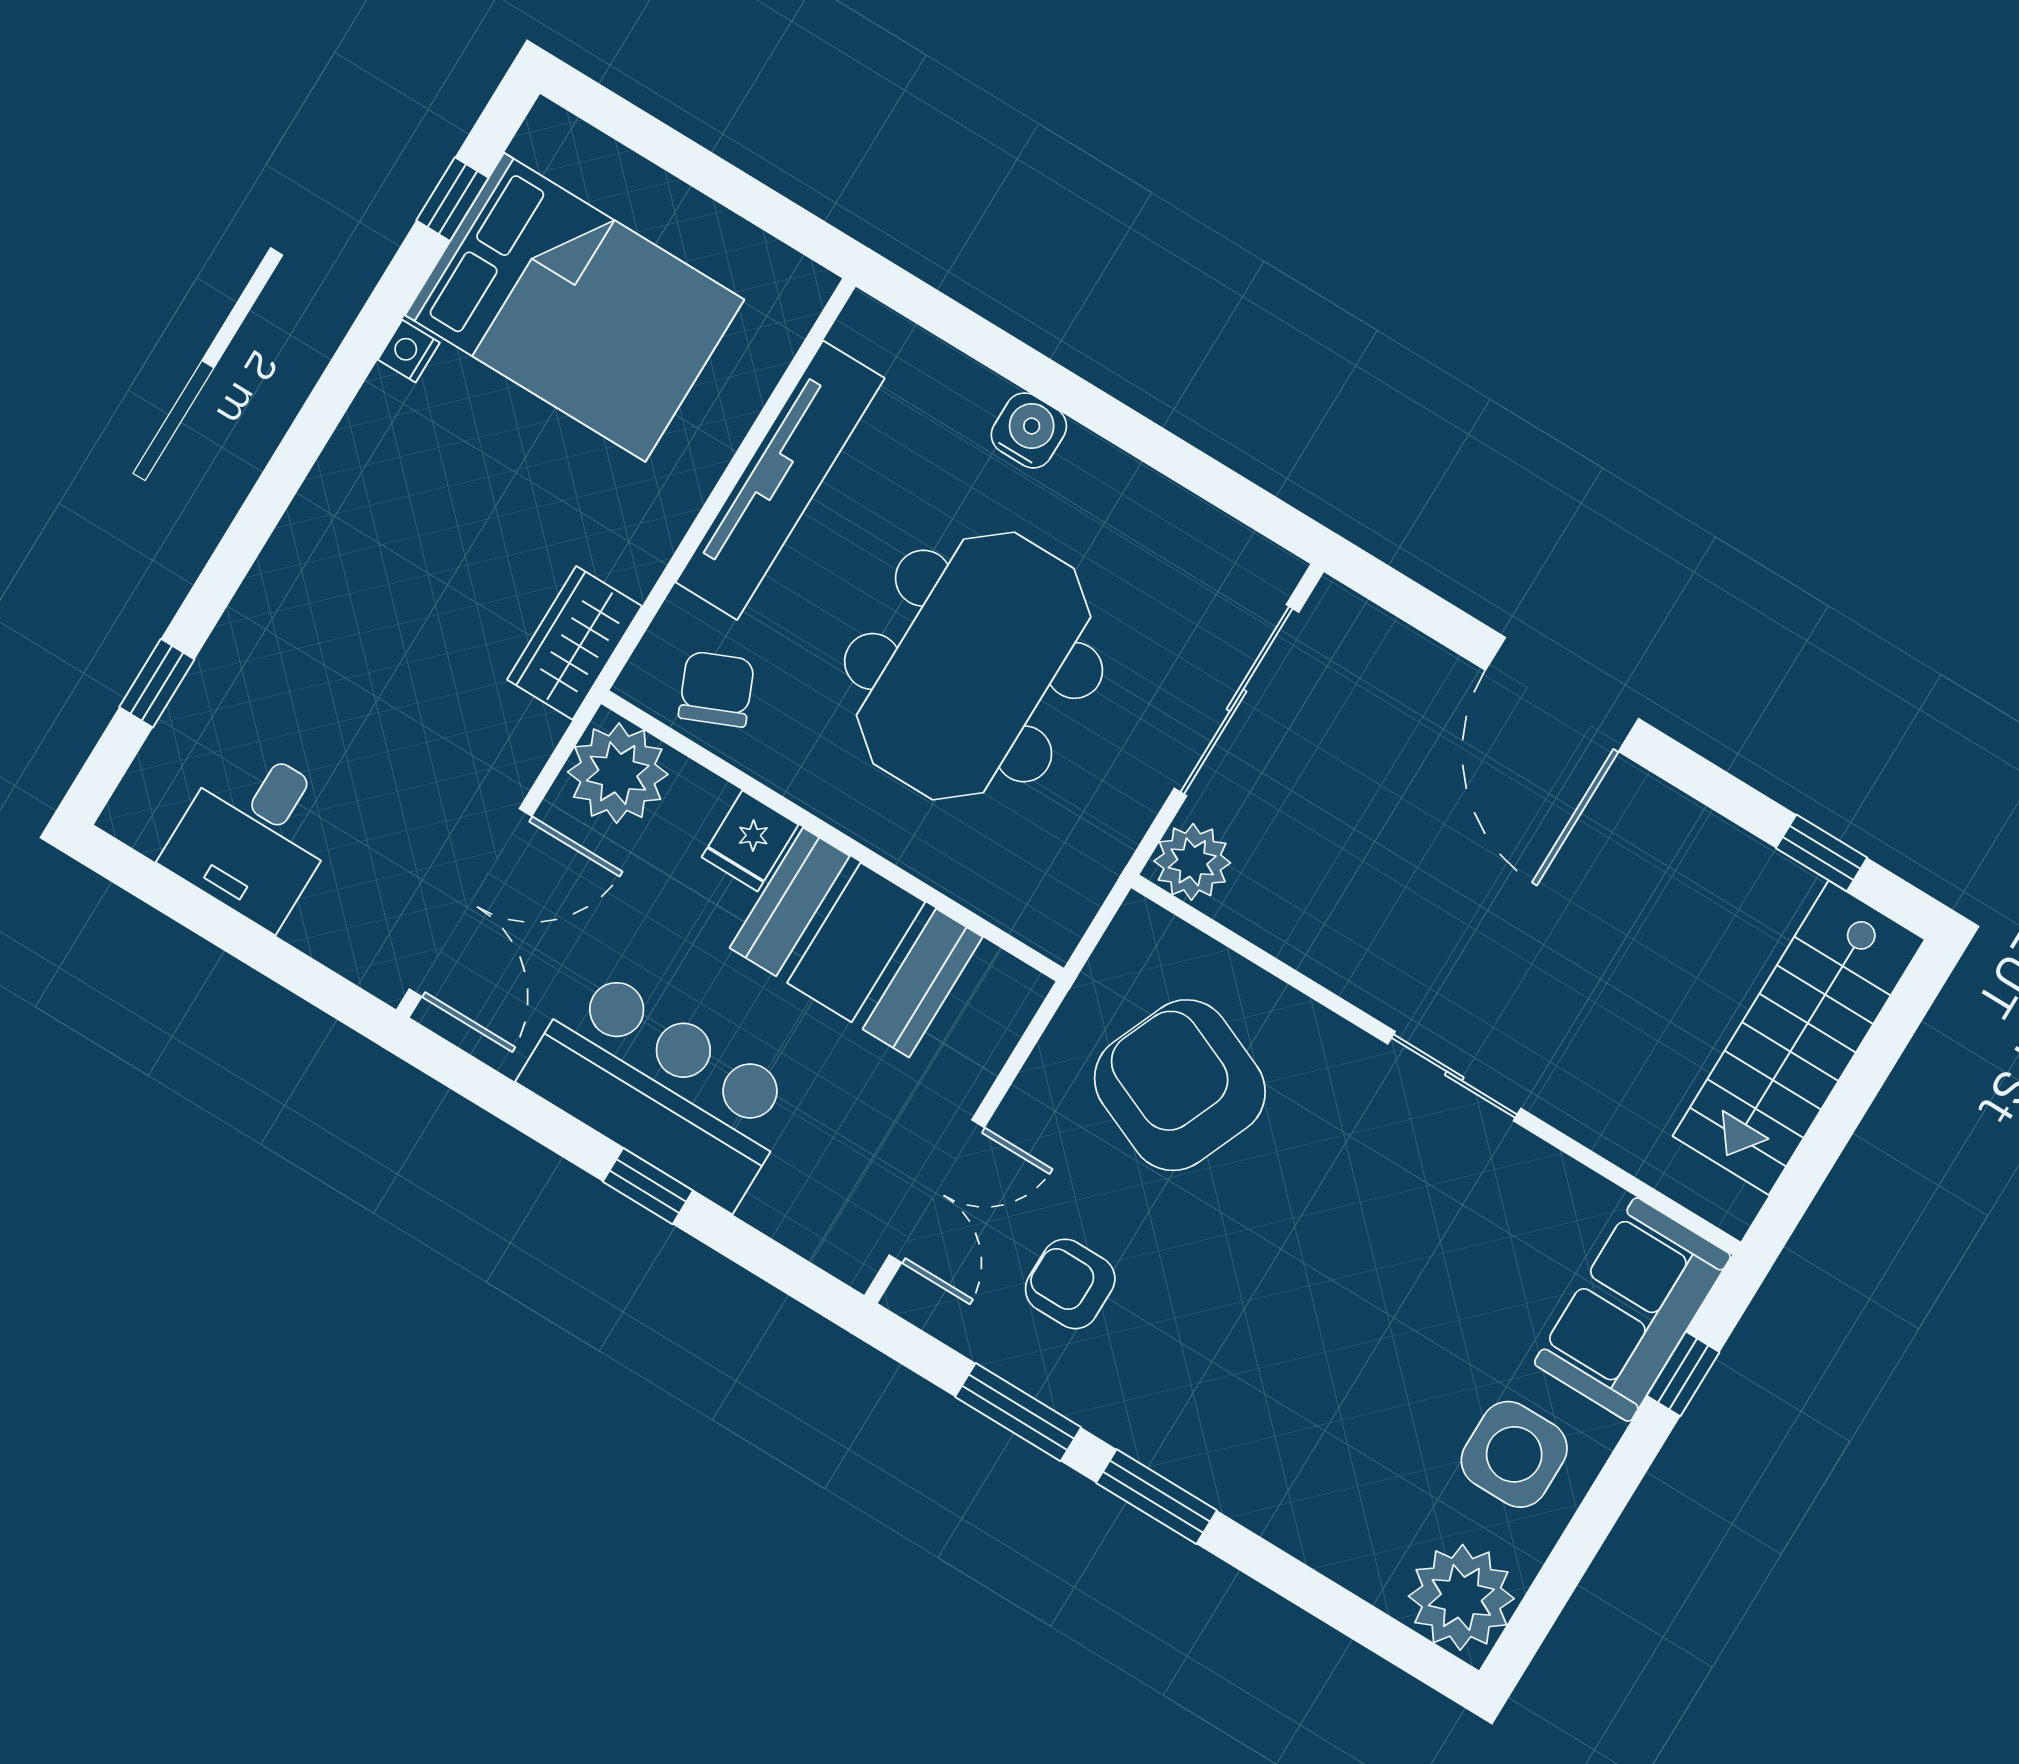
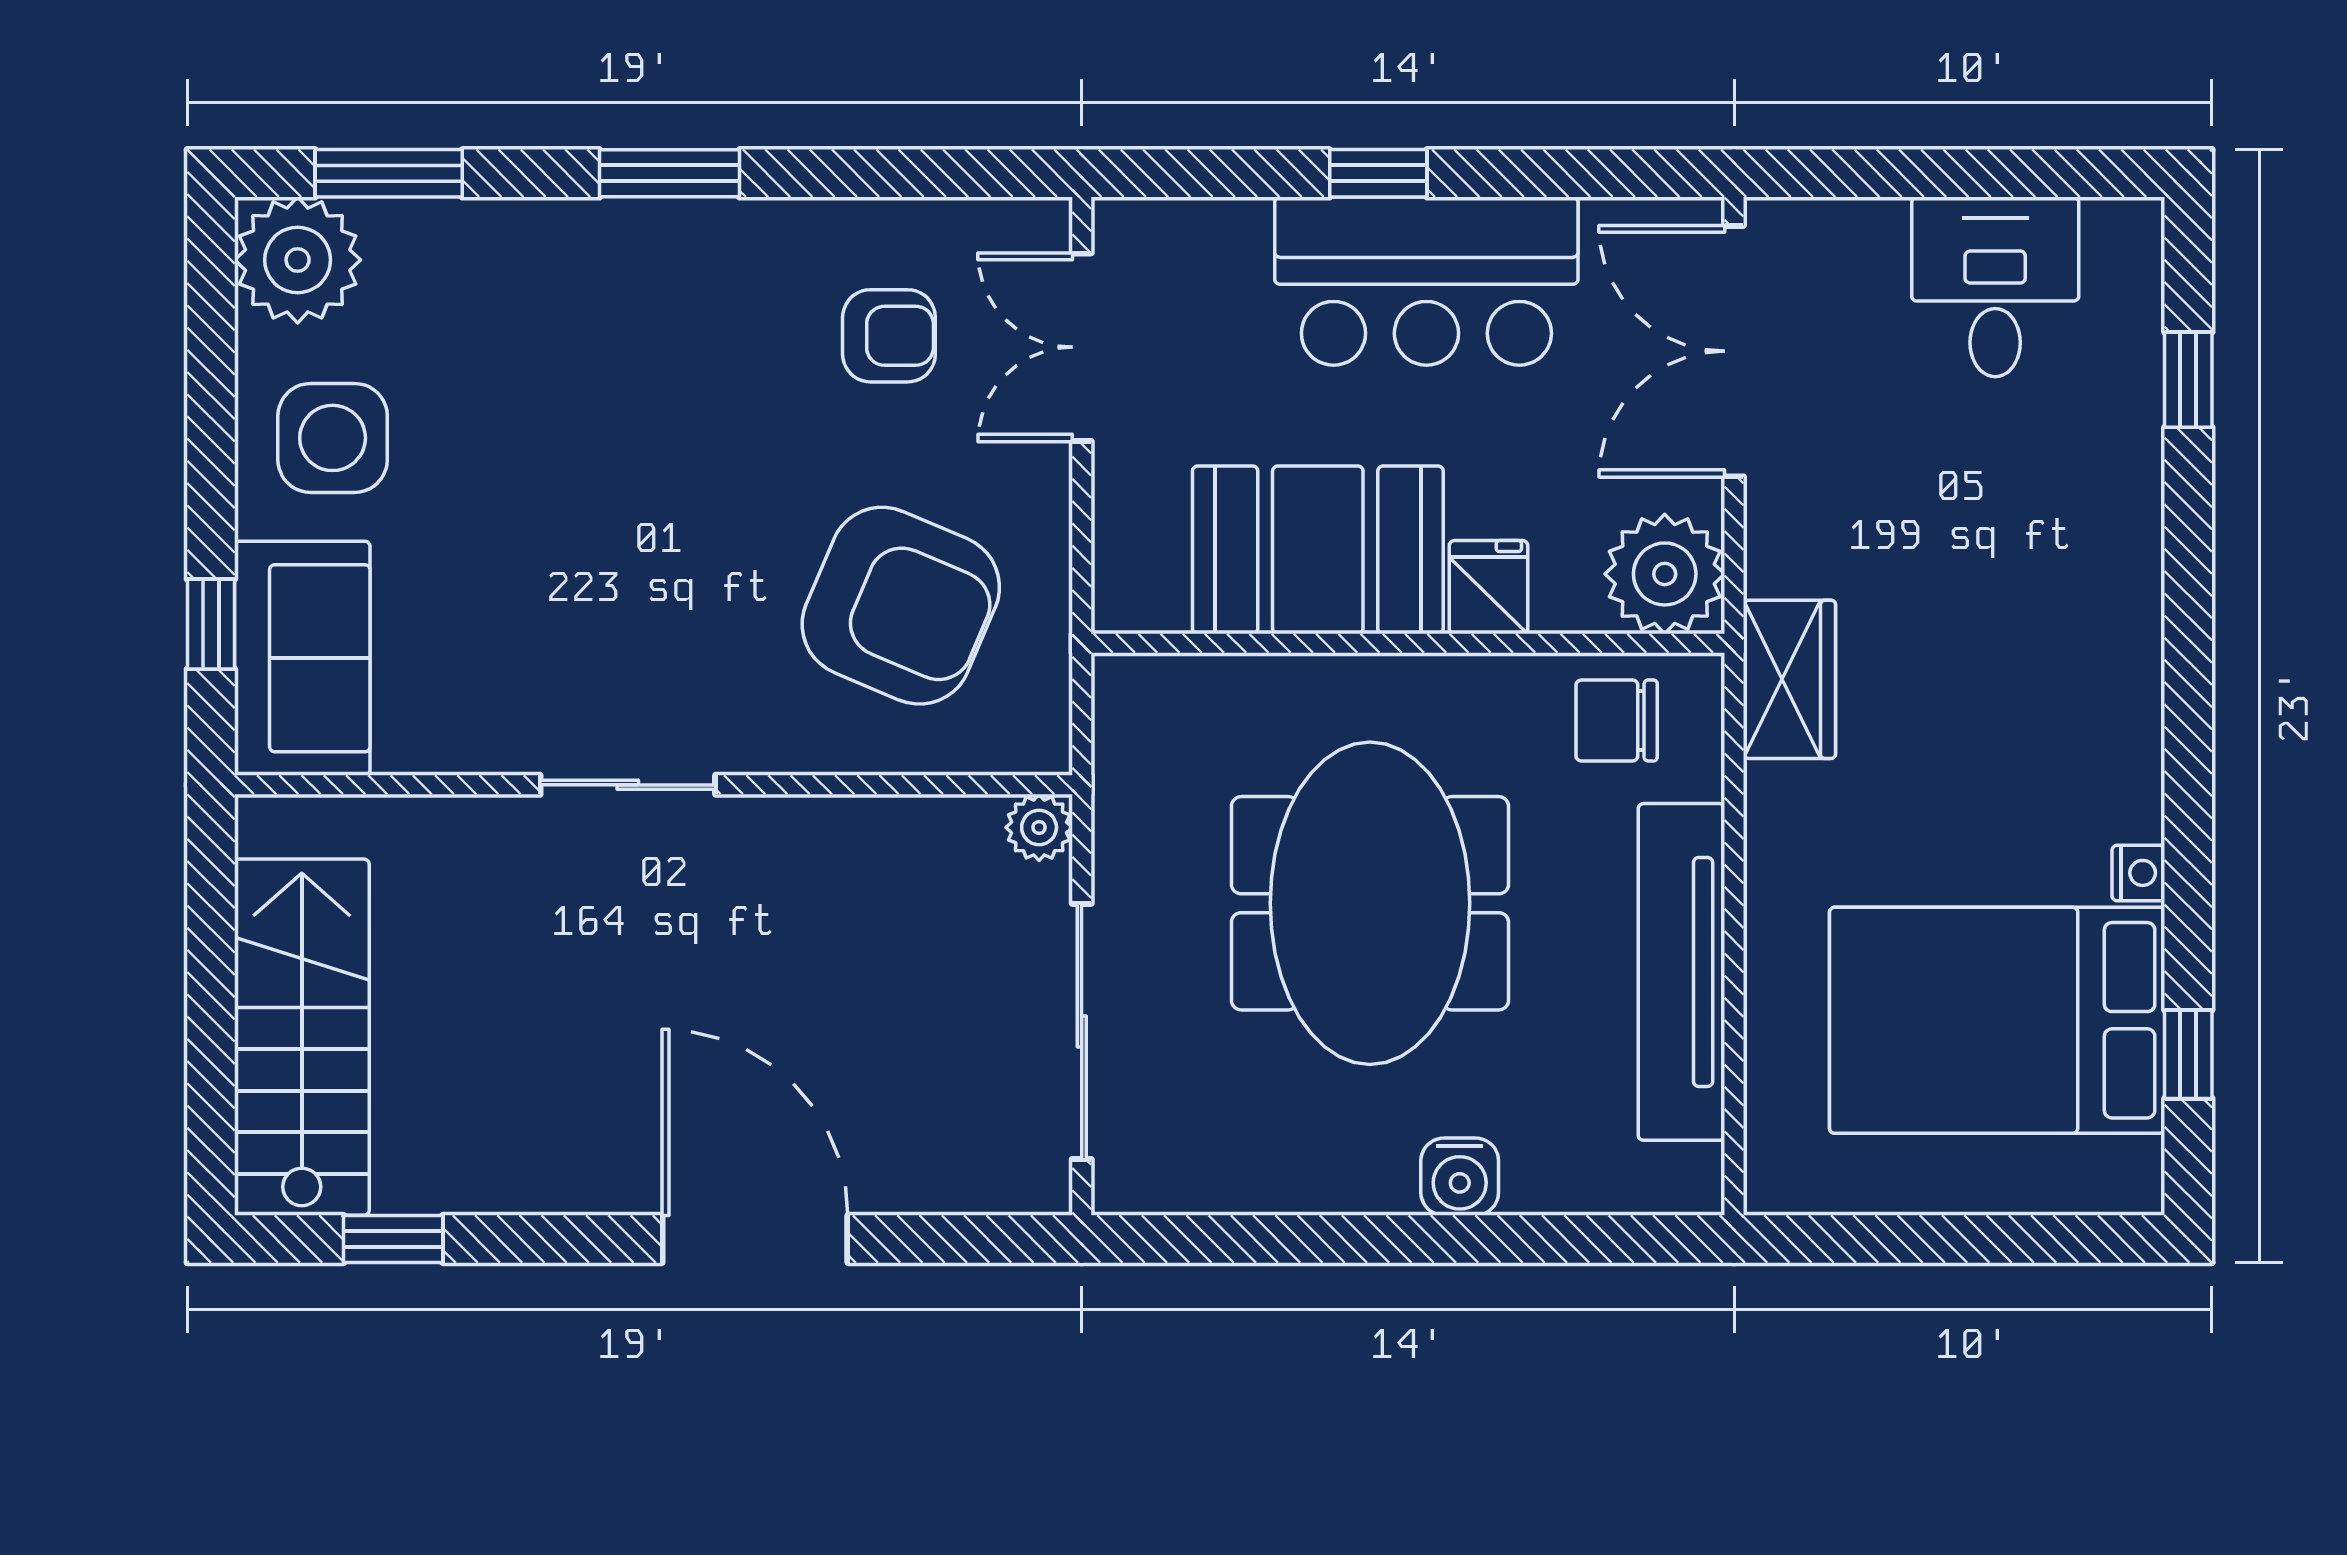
chair: (716, 689) -> (1617, 720), turned 113
plant: (1192, 862) -> (1039, 827), width x0.73, depth x0.73
window: (1018, 1412) -> (389, 173), moved

